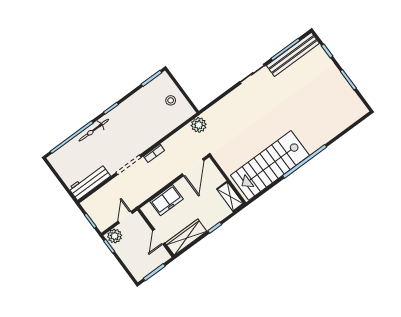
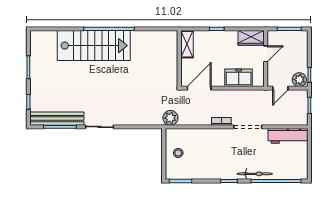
stairs: (270, 165) -> (94, 46), moved
wardrobe: (186, 237) -> (251, 38), width x0.67

